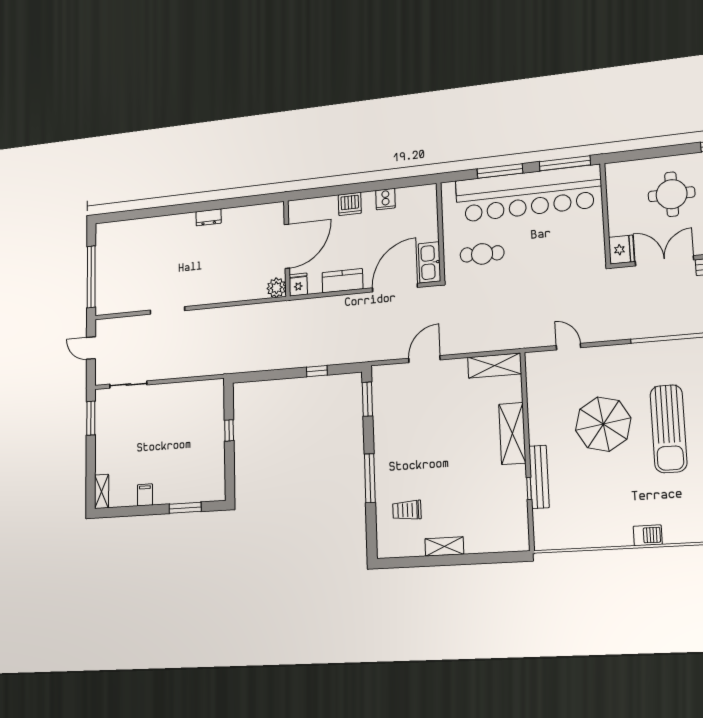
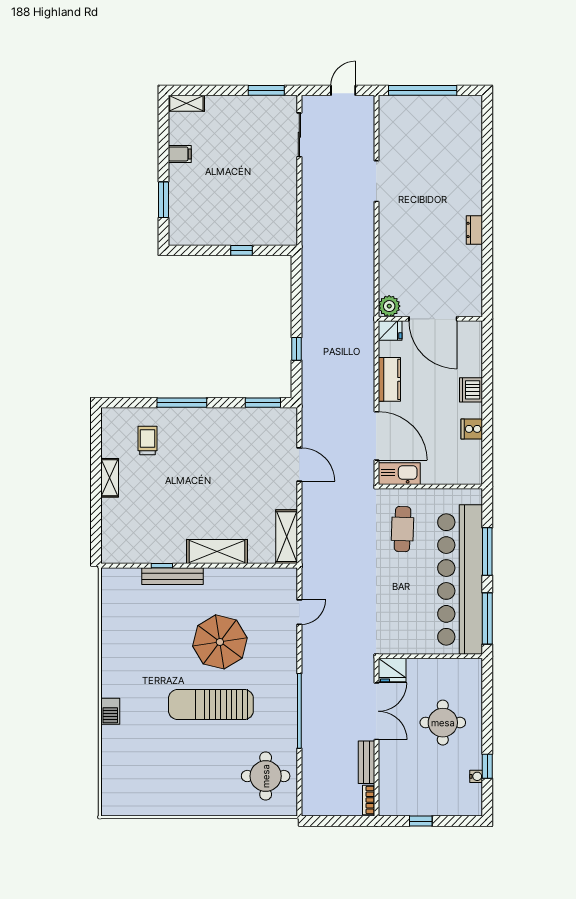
barbecue: (648, 535) -> (110, 711), moved

